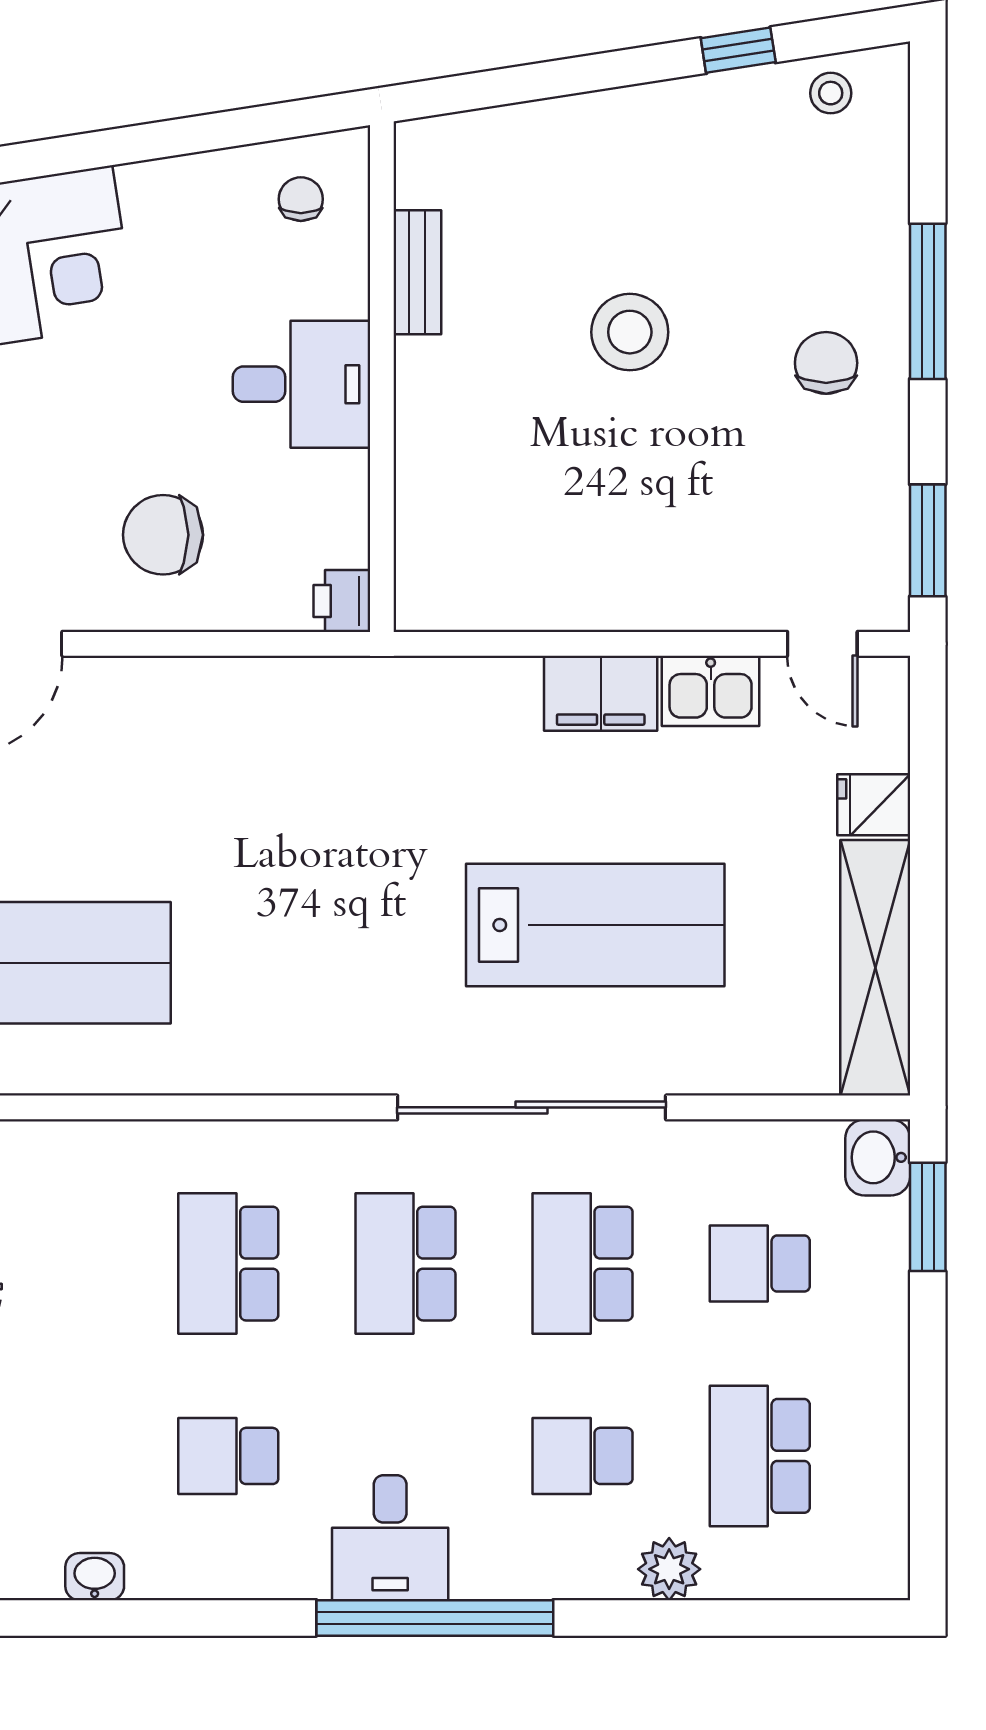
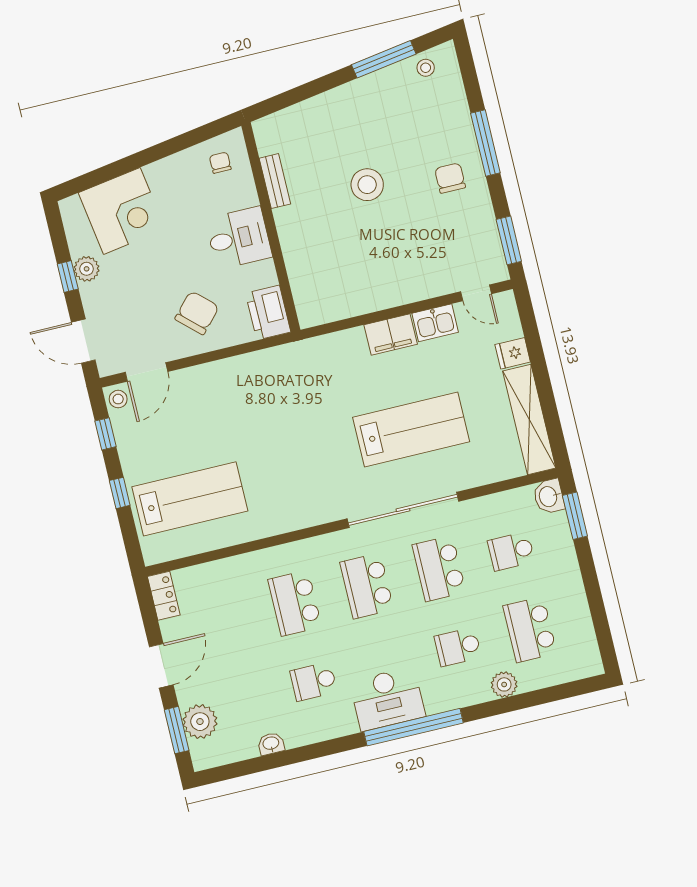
window: (738, 50) -> (384, 59), width x2.17
chair: (163, 535) -> (197, 313), turned 133
printer: (342, 601) -> (268, 313), width x1.87, depth x1.48
desk: (390, 1538) -> (387, 699), width x1.37

